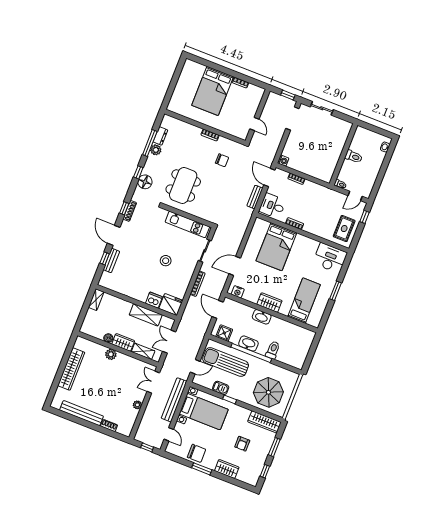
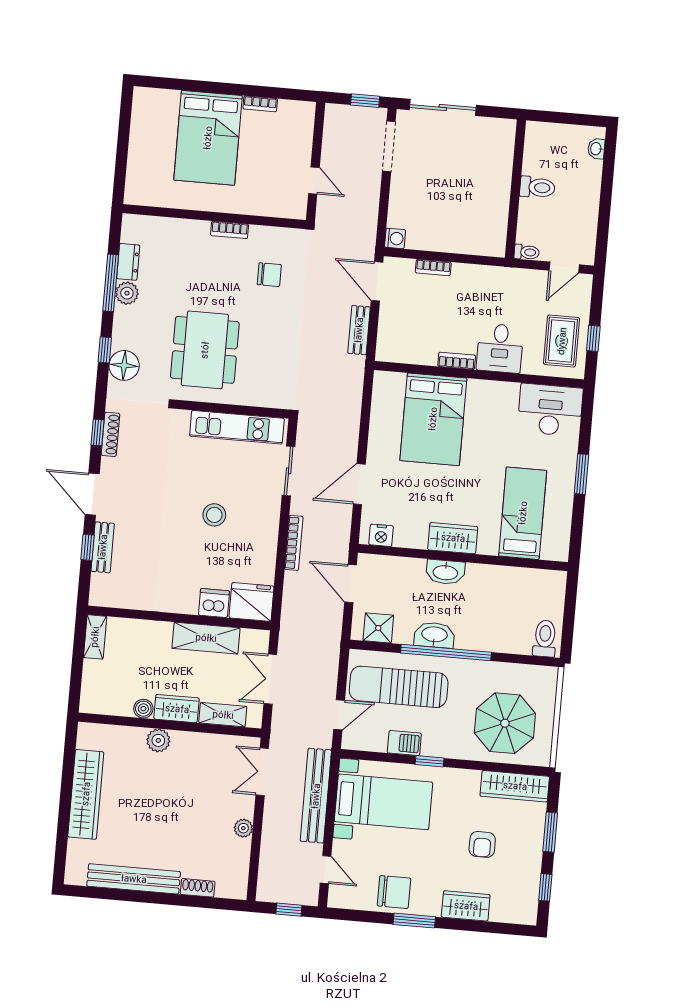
sliding door: (322, 108) -> (443, 107), width x1.37
desk: (272, 206) -> (500, 348), moved, turned -90
window: (364, 217) -> (593, 338), moved
toilet: (273, 350) -> (545, 638), moved

